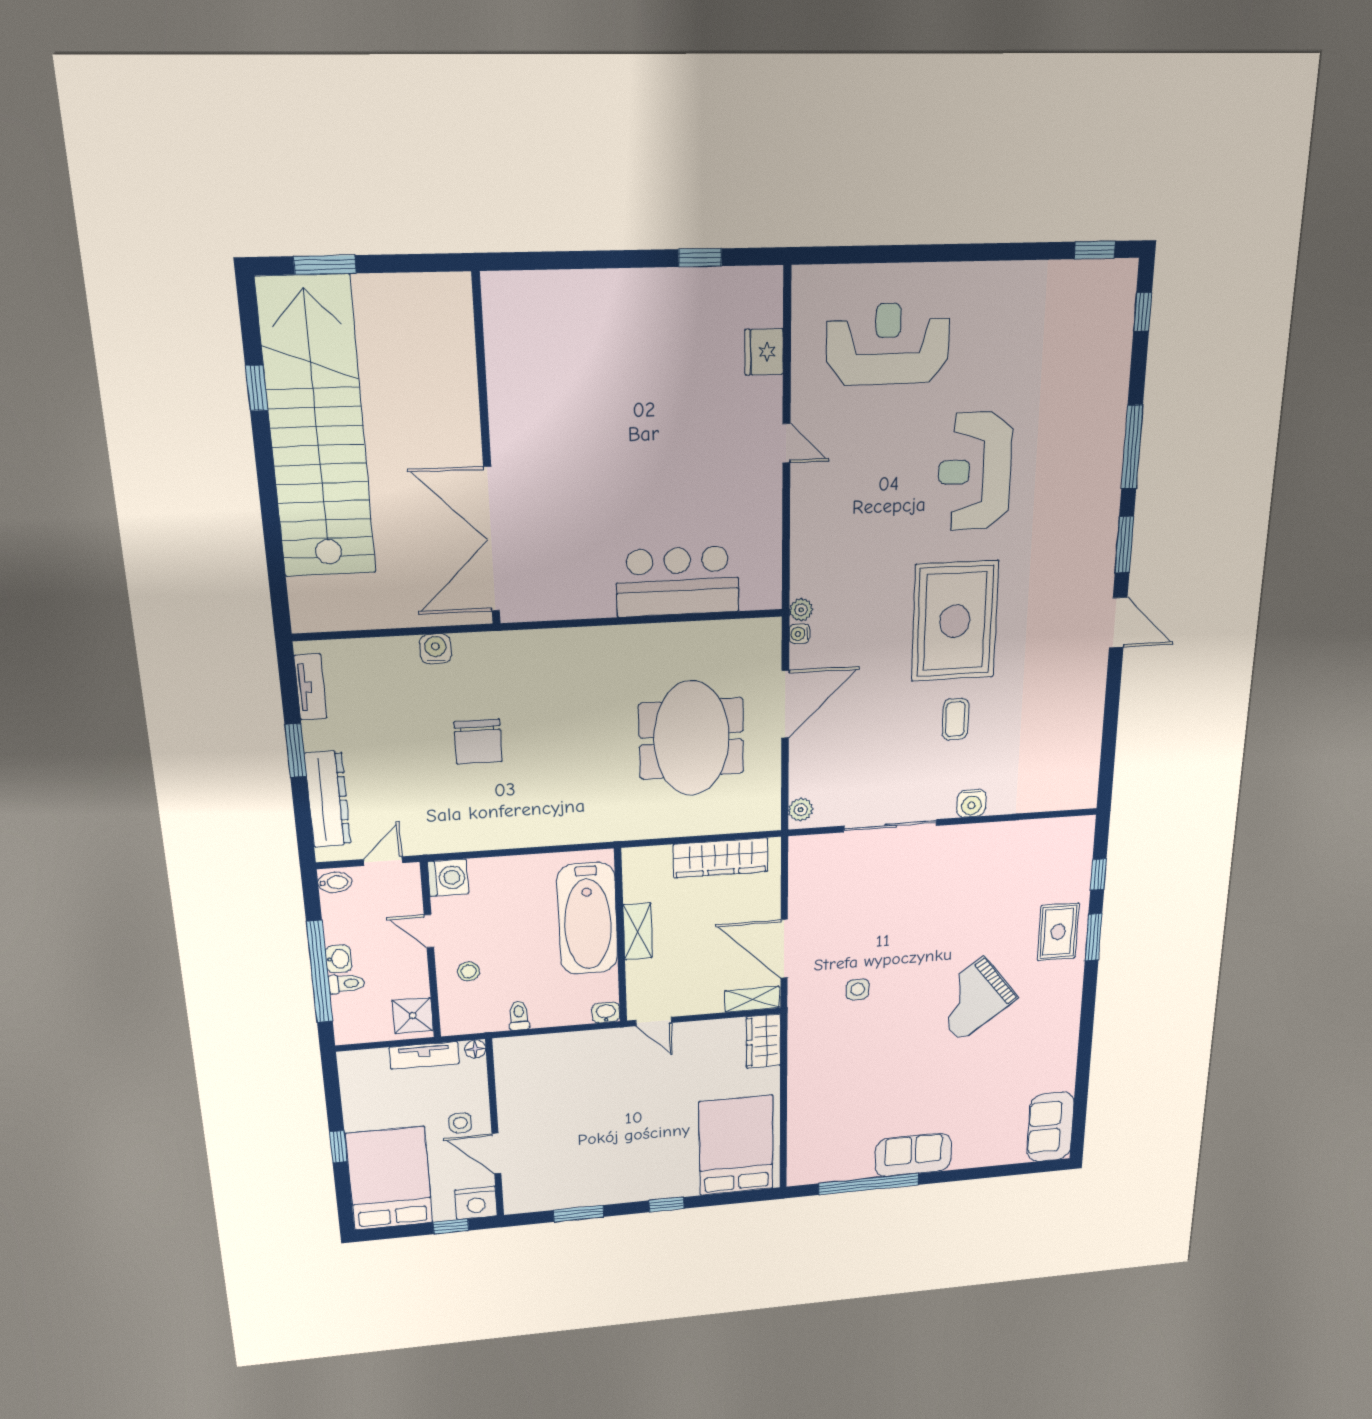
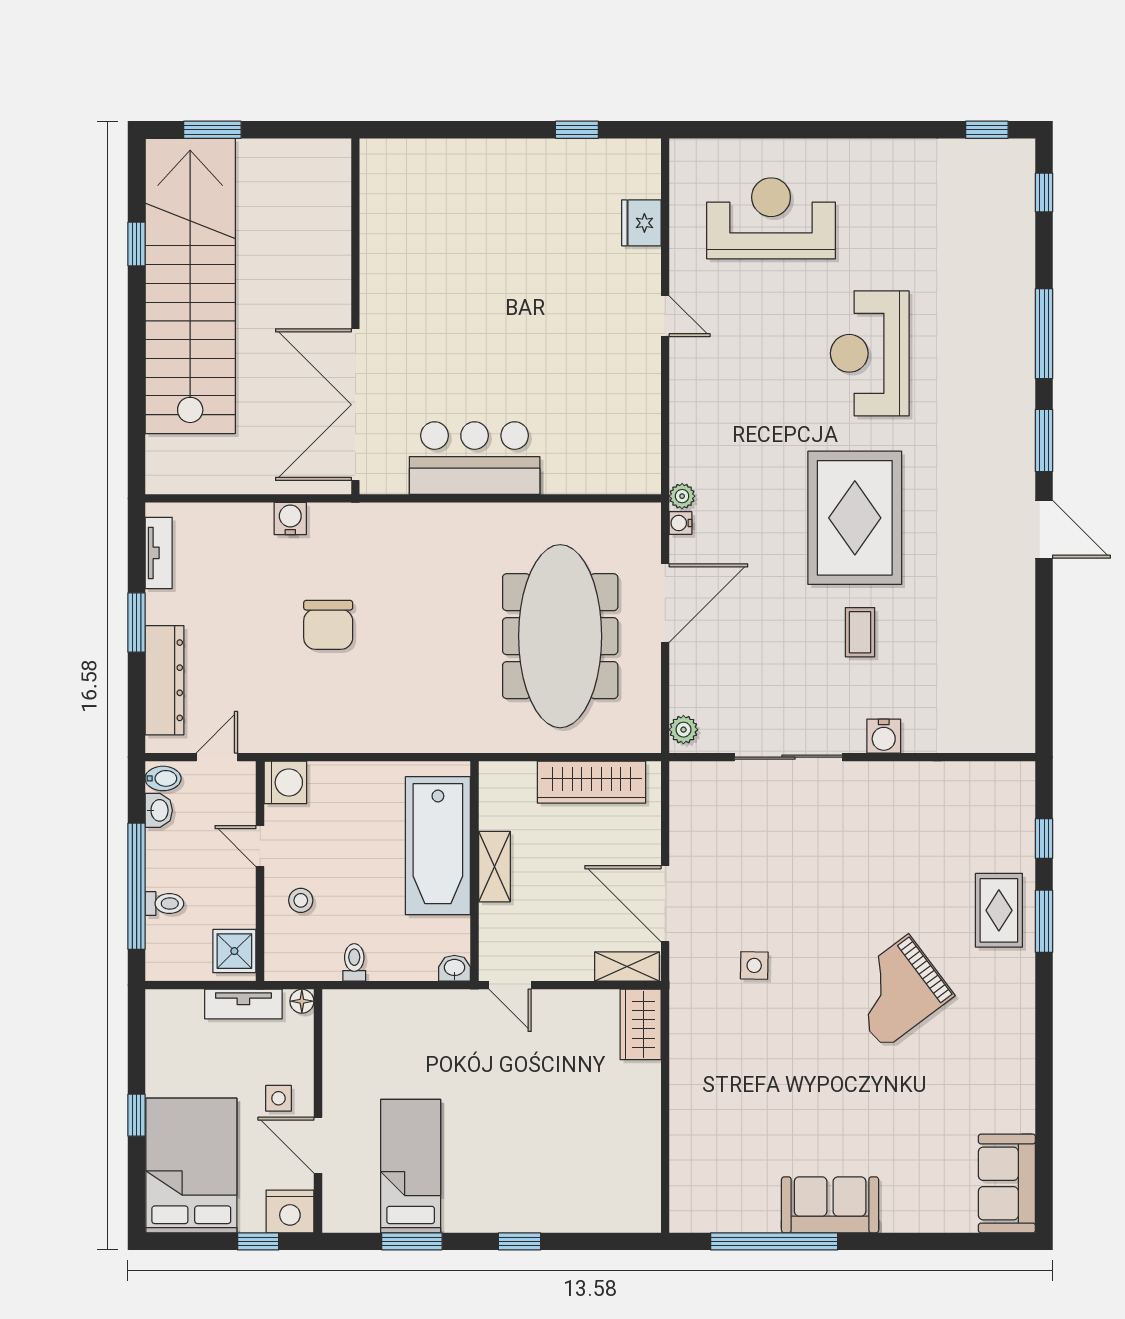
bar counter: (678, 581) -> (475, 458), moved
meeting table: (691, 738) -> (560, 636), width x1.36
washbasin: (339, 959) -> (159, 810), moved
bed: (736, 1145) -> (411, 1166), moved, width x0.67

